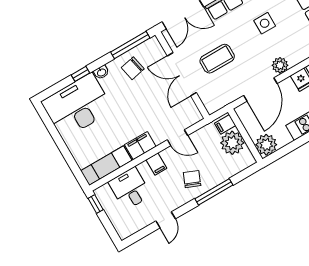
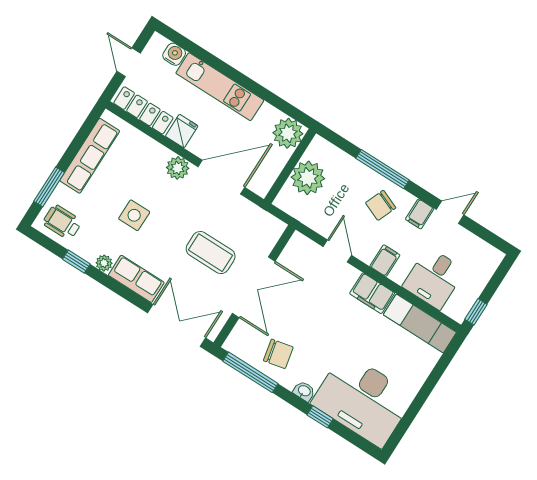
filing cabinet: (225, 124) -> (420, 214), moved, turned 90

